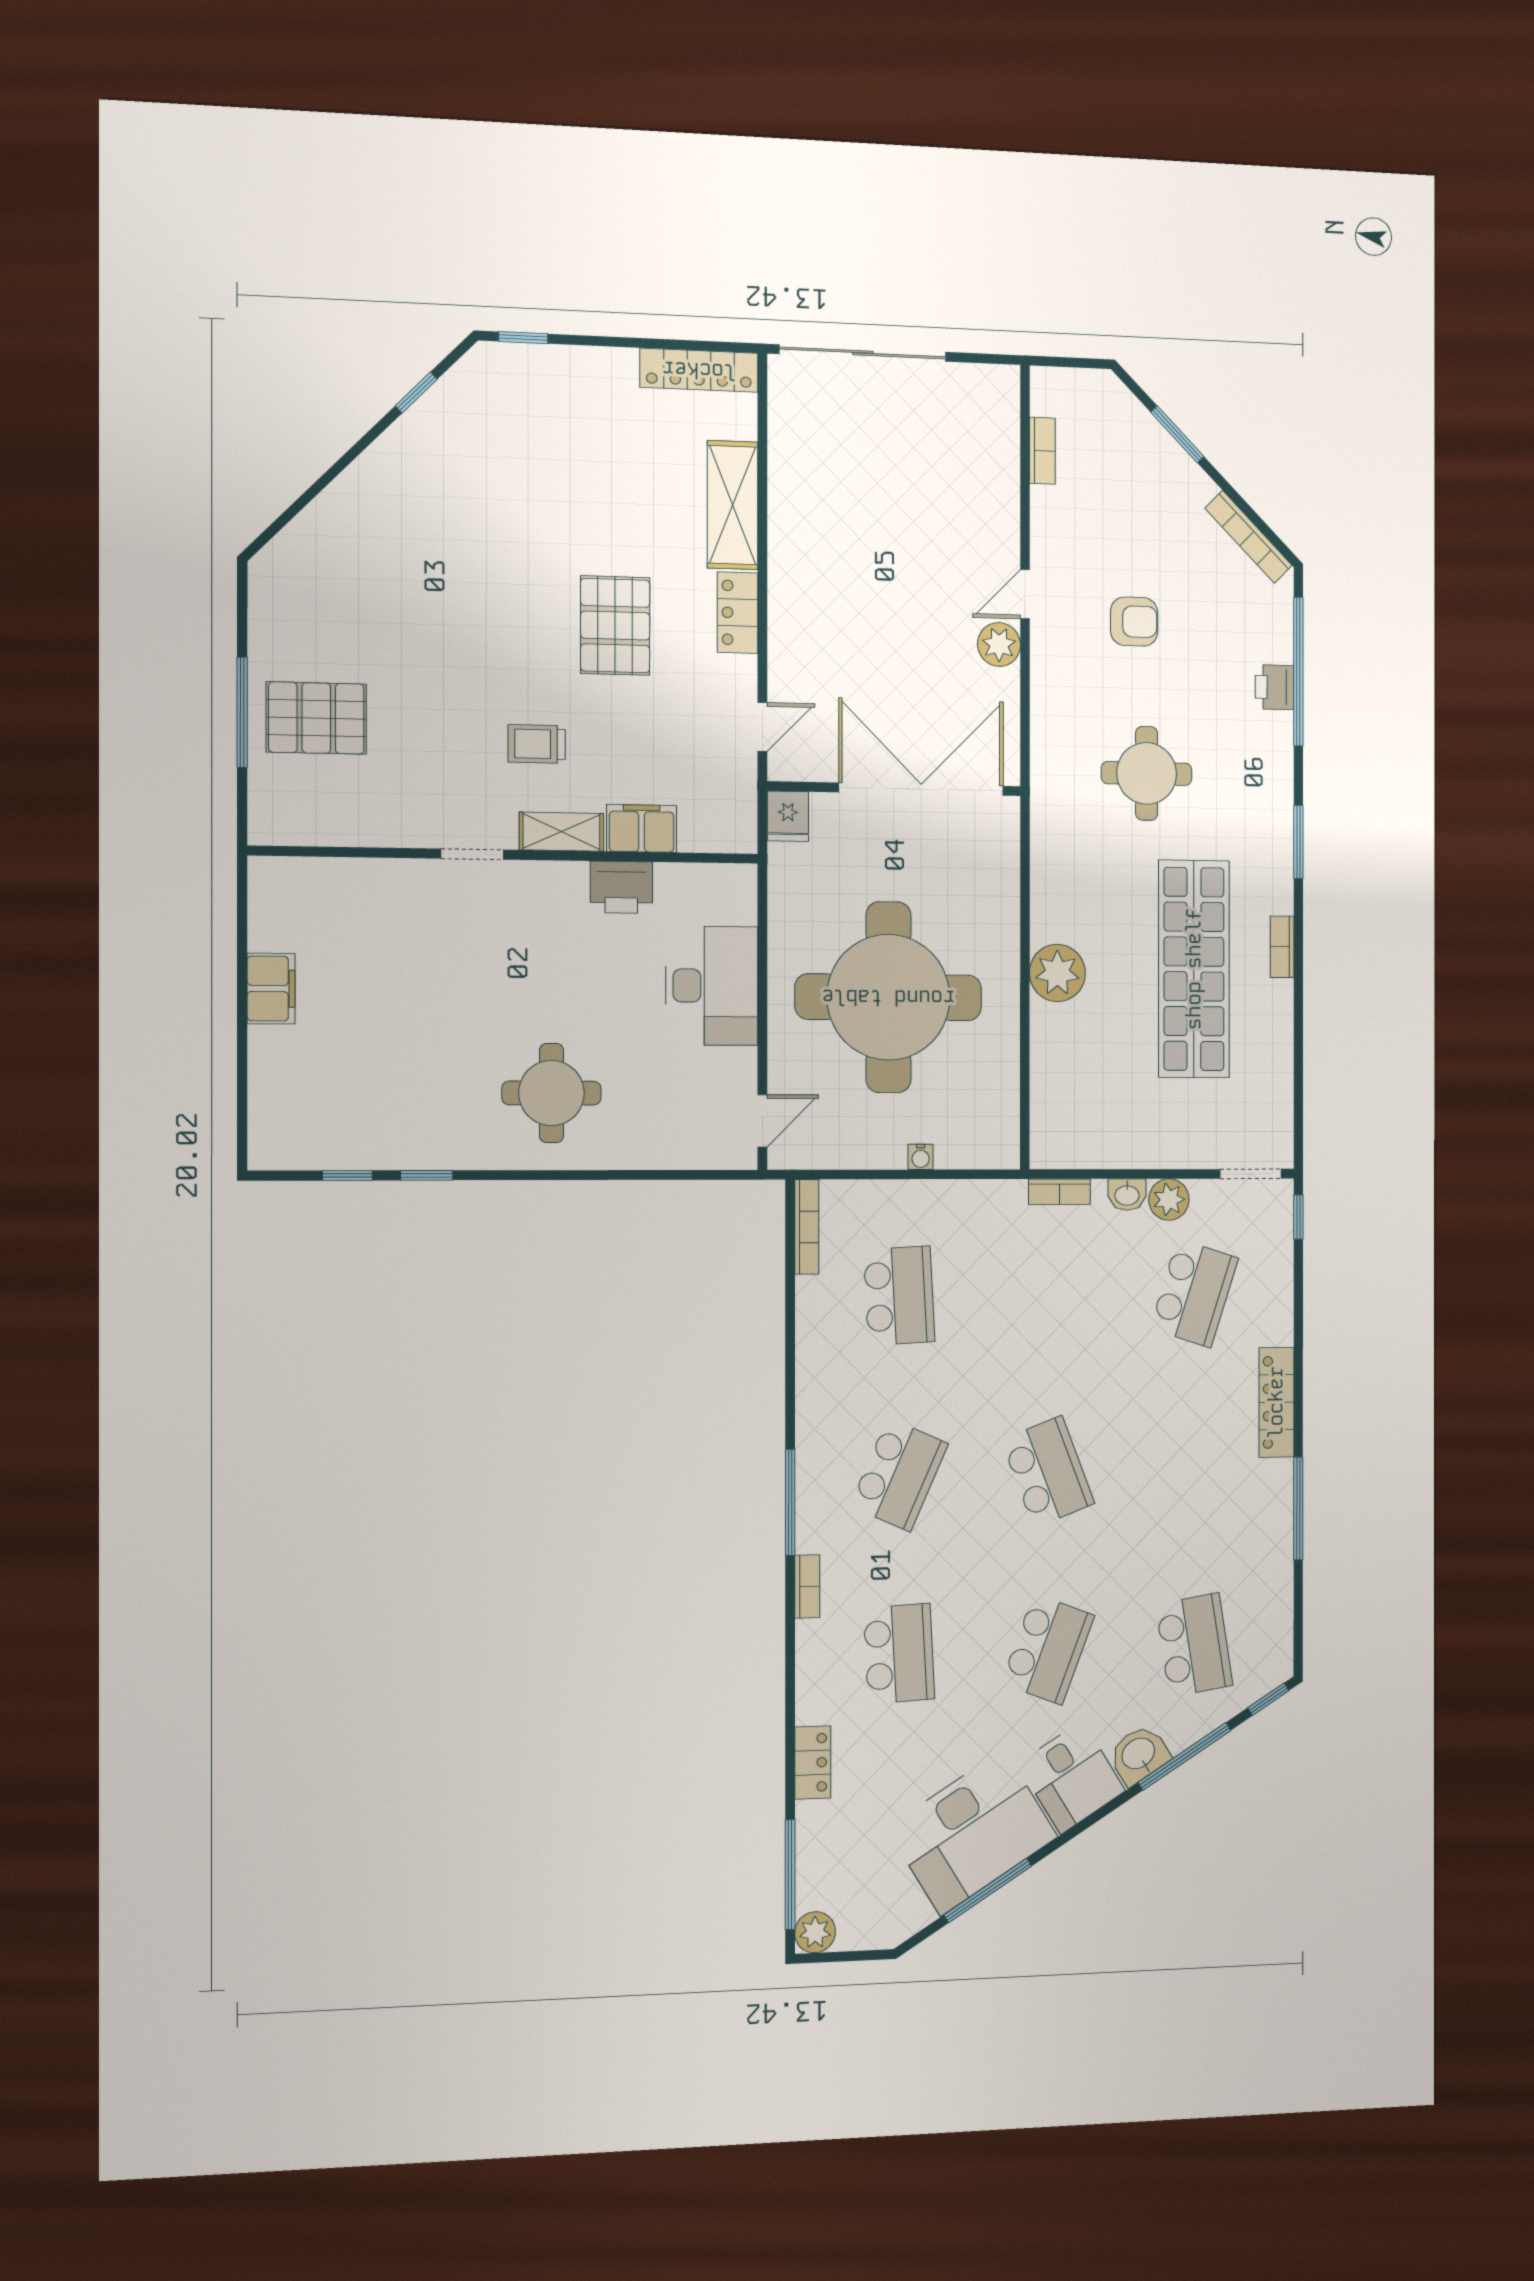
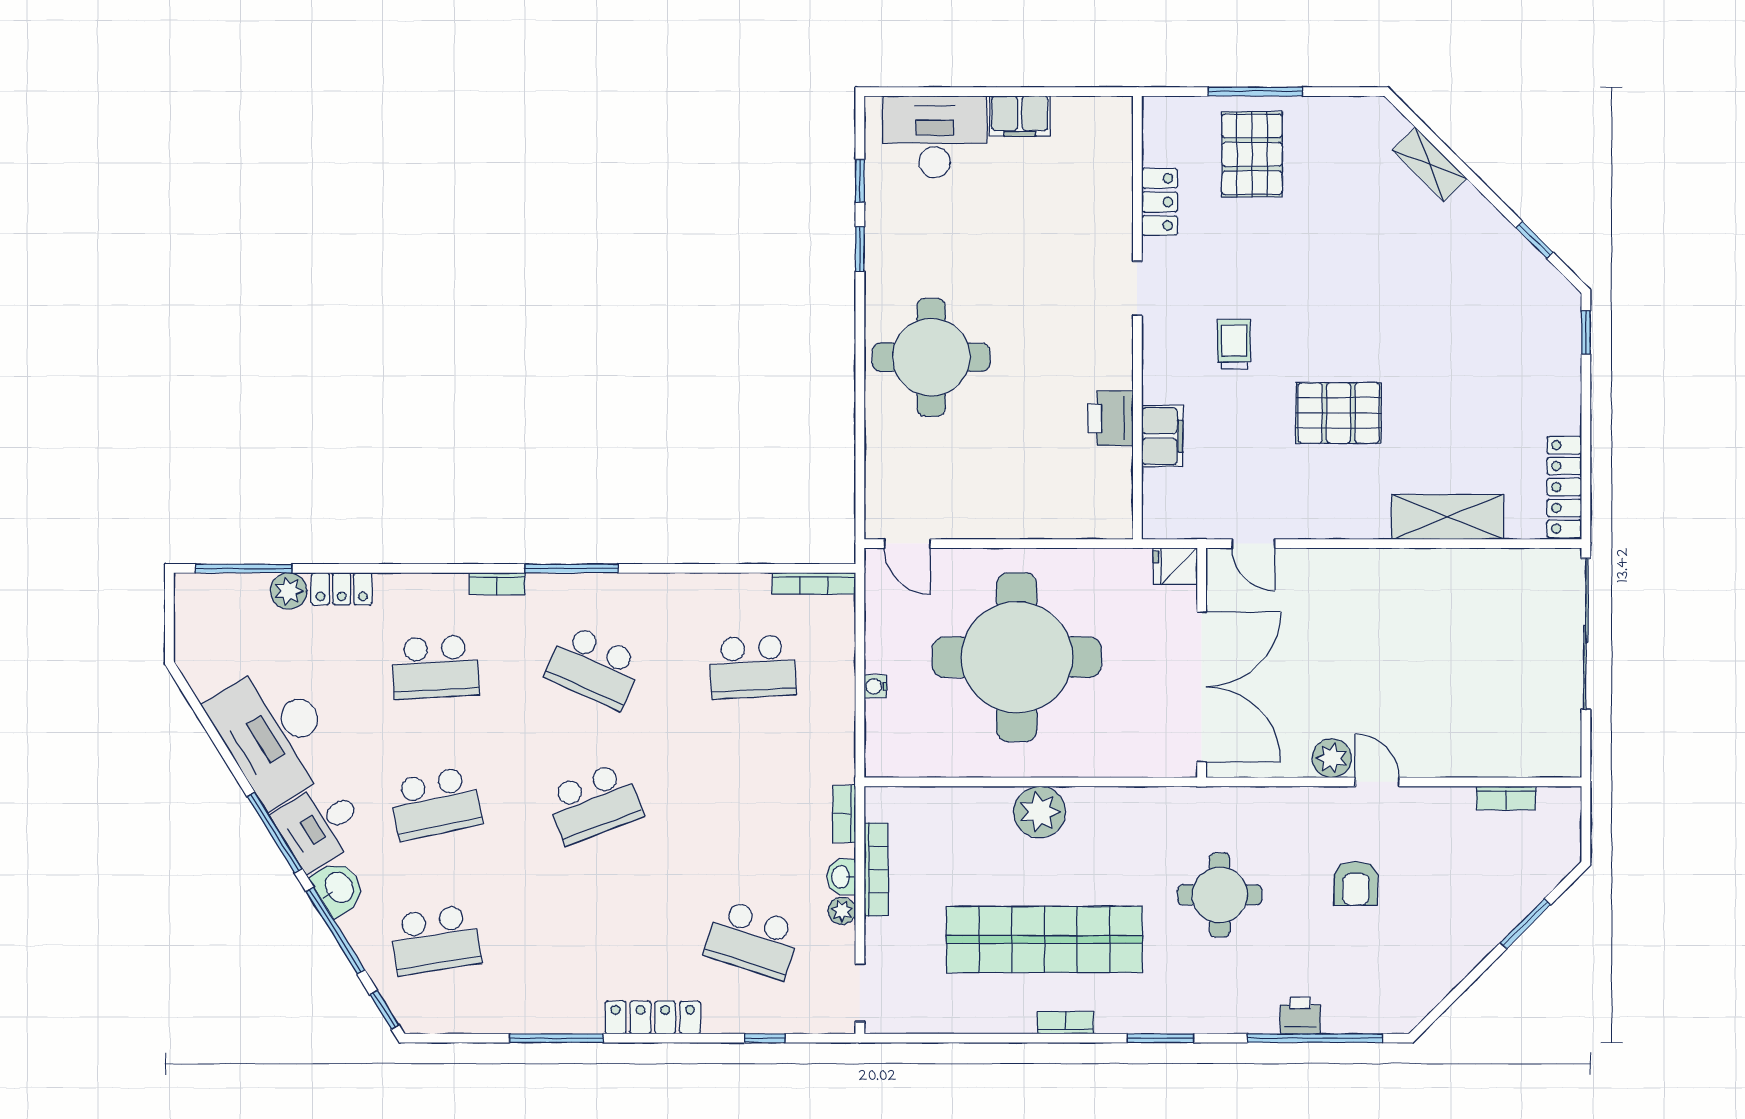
bookcase: (1248, 537) -> (876, 869), moved, turned 135
locker: (738, 613) -> (1160, 202), moved, turned 90
shelving: (561, 832) -> (1430, 164), moved, turned -45
desk: (712, 986) -> (935, 137), moved, turned 180
round table: (552, 1093) -> (931, 357), width x1.36, depth x1.36
plant: (1169, 1200) -> (842, 911), width x0.73, depth x0.73
window: (1298, 1217) -> (765, 1038), moved
school desk: (1048, 1649) -> (435, 803), turned -33
window: (988, 1890) -> (275, 833), moved
plant: (815, 1932) -> (289, 591), moved

